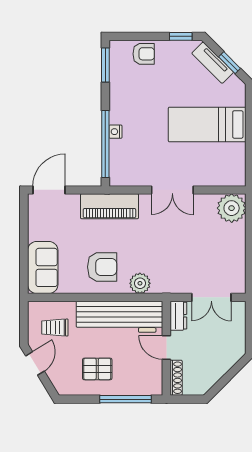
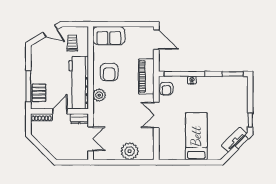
armchair: (144, 54) -> (166, 89), moved
window: (230, 63) -> (242, 142), moved
plant: (232, 208) -> (130, 151), moved
double door: (211, 297) -> (91, 139), swing flipped
pallet: (97, 369) -> (39, 93), moved

